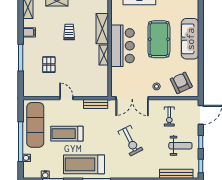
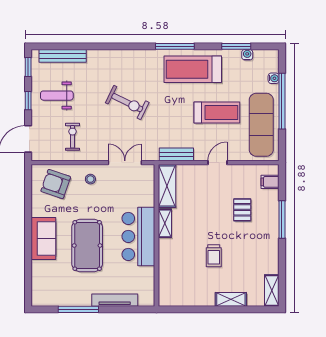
shelving: (102, 29) -> (167, 186), moved
filing cabinet: (29, 32) -> (270, 182), moved
sofa: (190, 39) -> (43, 239), width x0.73
armchair: (181, 83) -> (56, 184), turned 134
door: (66, 98) -> (218, 163), swing flipped
double door: (132, 98) -> (125, 163), width x0.73
exercise bike: (130, 141) -> (127, 103), turned 143
treadmill: (84, 164) -> (193, 69), turned 180

